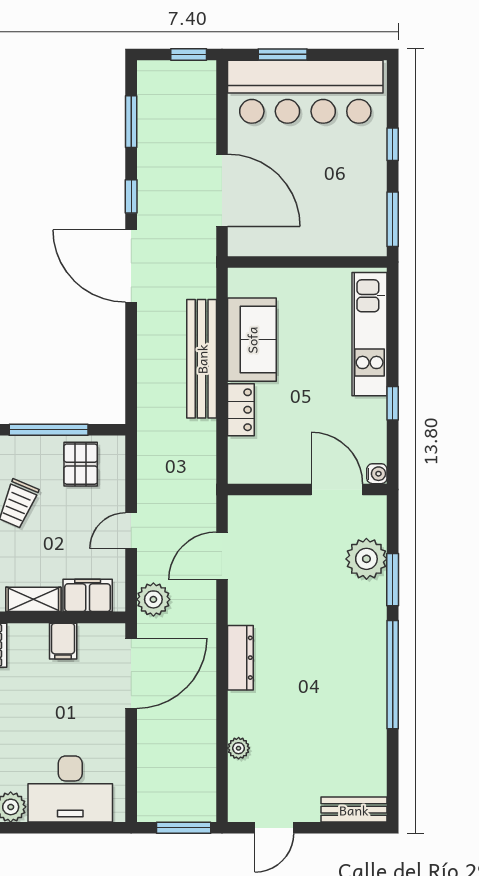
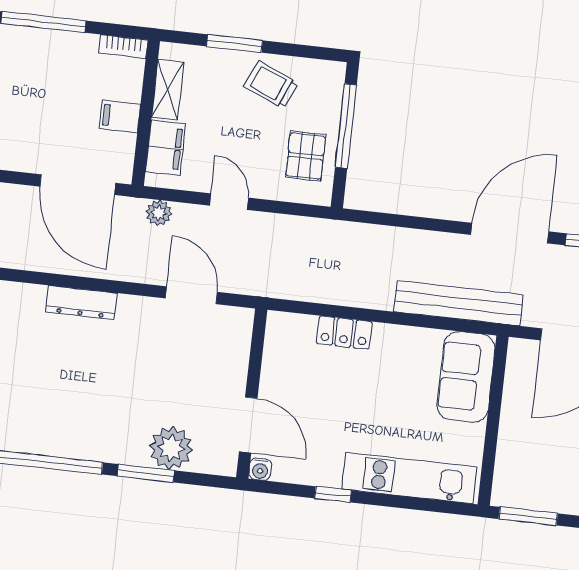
sofa: (252, 340) -> (466, 377), moved, turned 90
bench: (202, 359) -> (458, 303), moved
pallet: (81, 464) -> (306, 156), turned 90
door: (337, 489) -> (248, 425), hinge flipped
plant: (153, 599) -> (159, 213), width x0.73, depth x0.73

